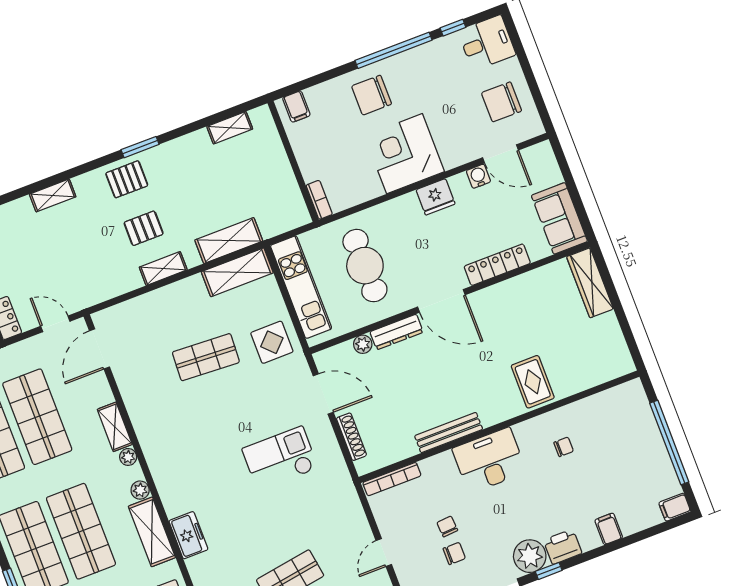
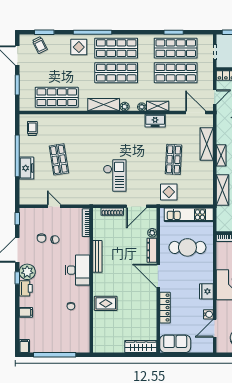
shelving: (237, 272) -> (207, 144), moved
door: (441, 301) -> (158, 276), hinge flipped
freezer: (188, 535) -> (155, 121), moved

